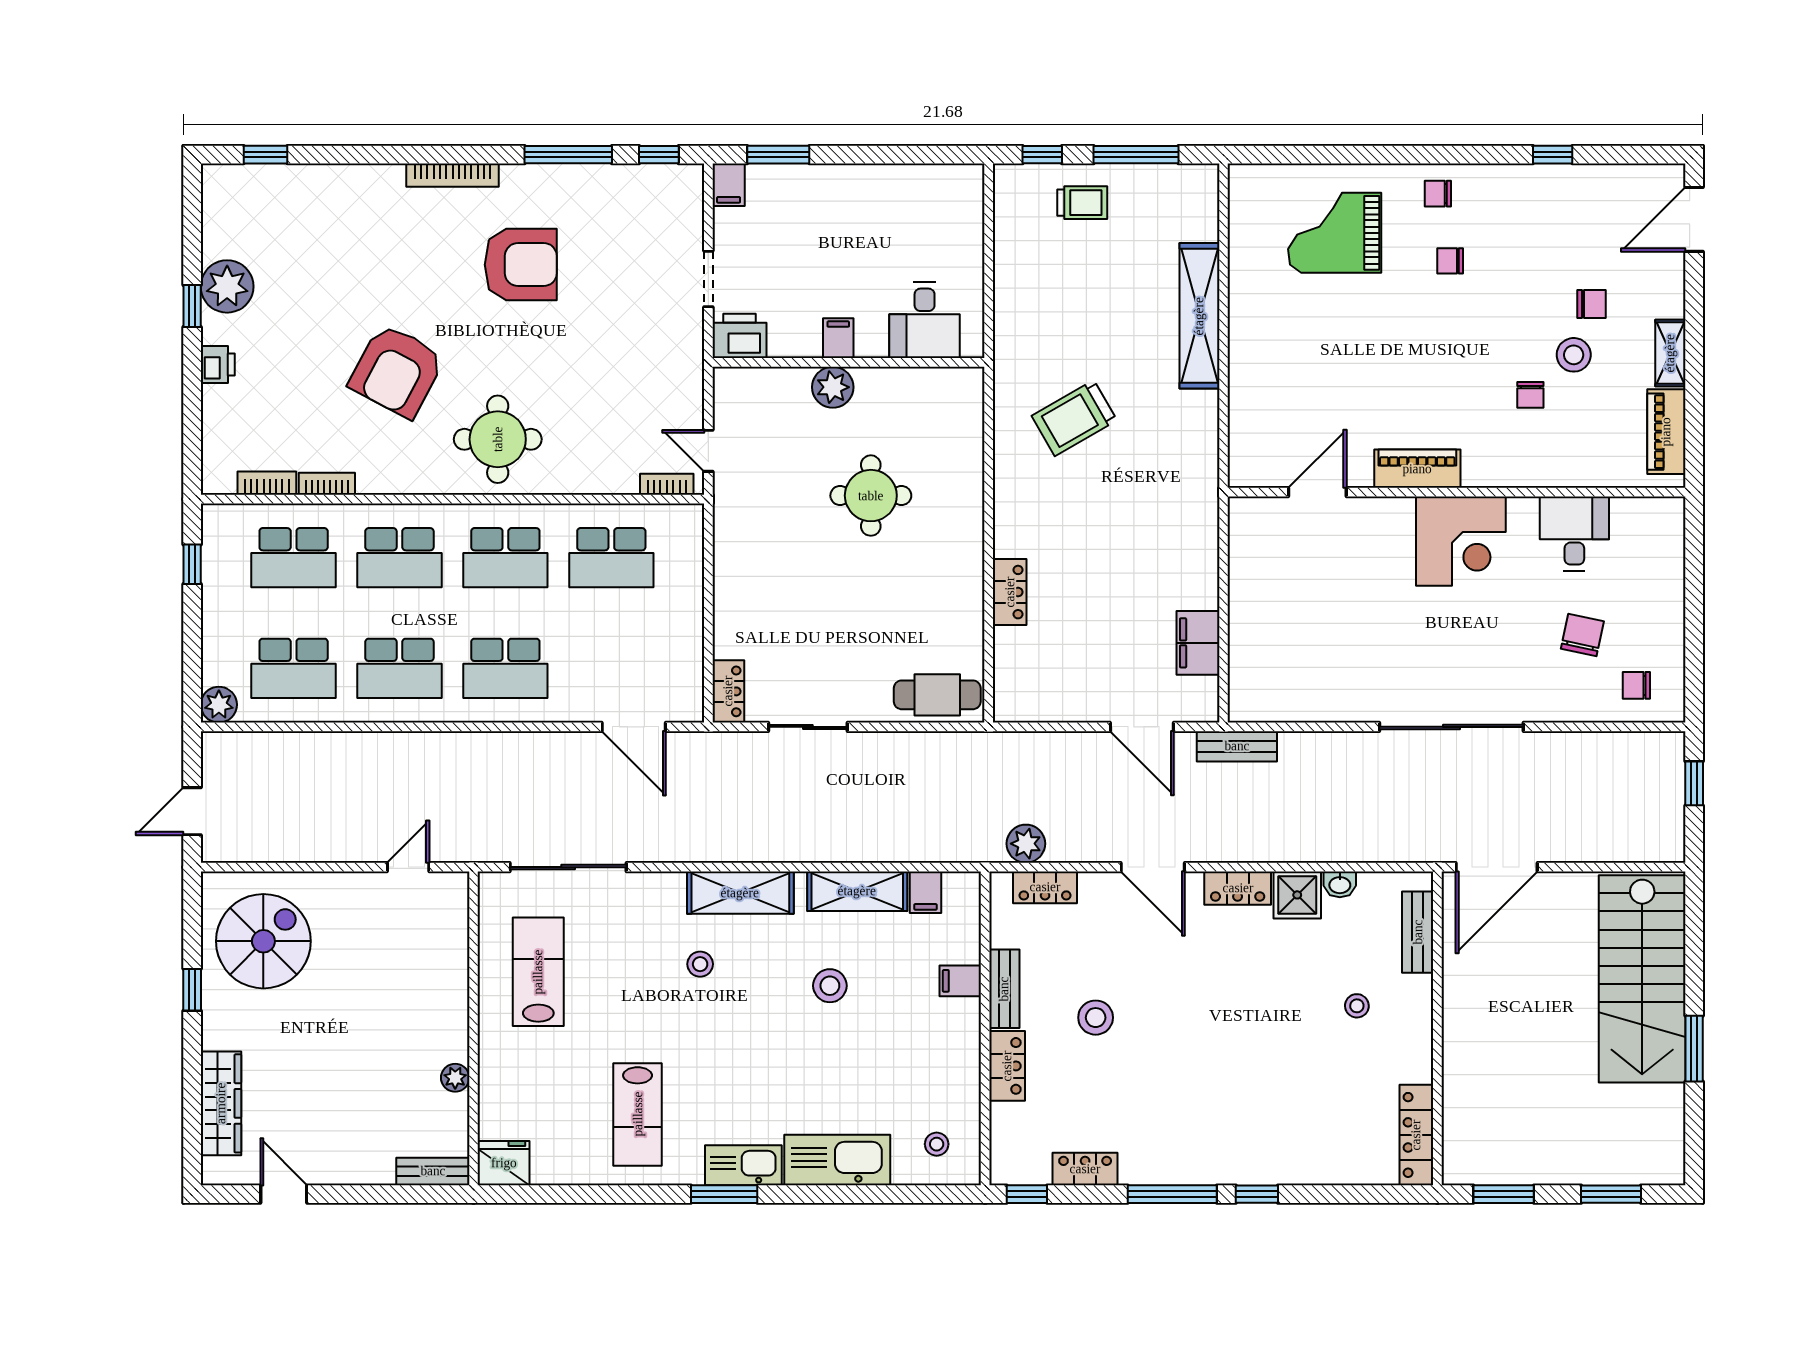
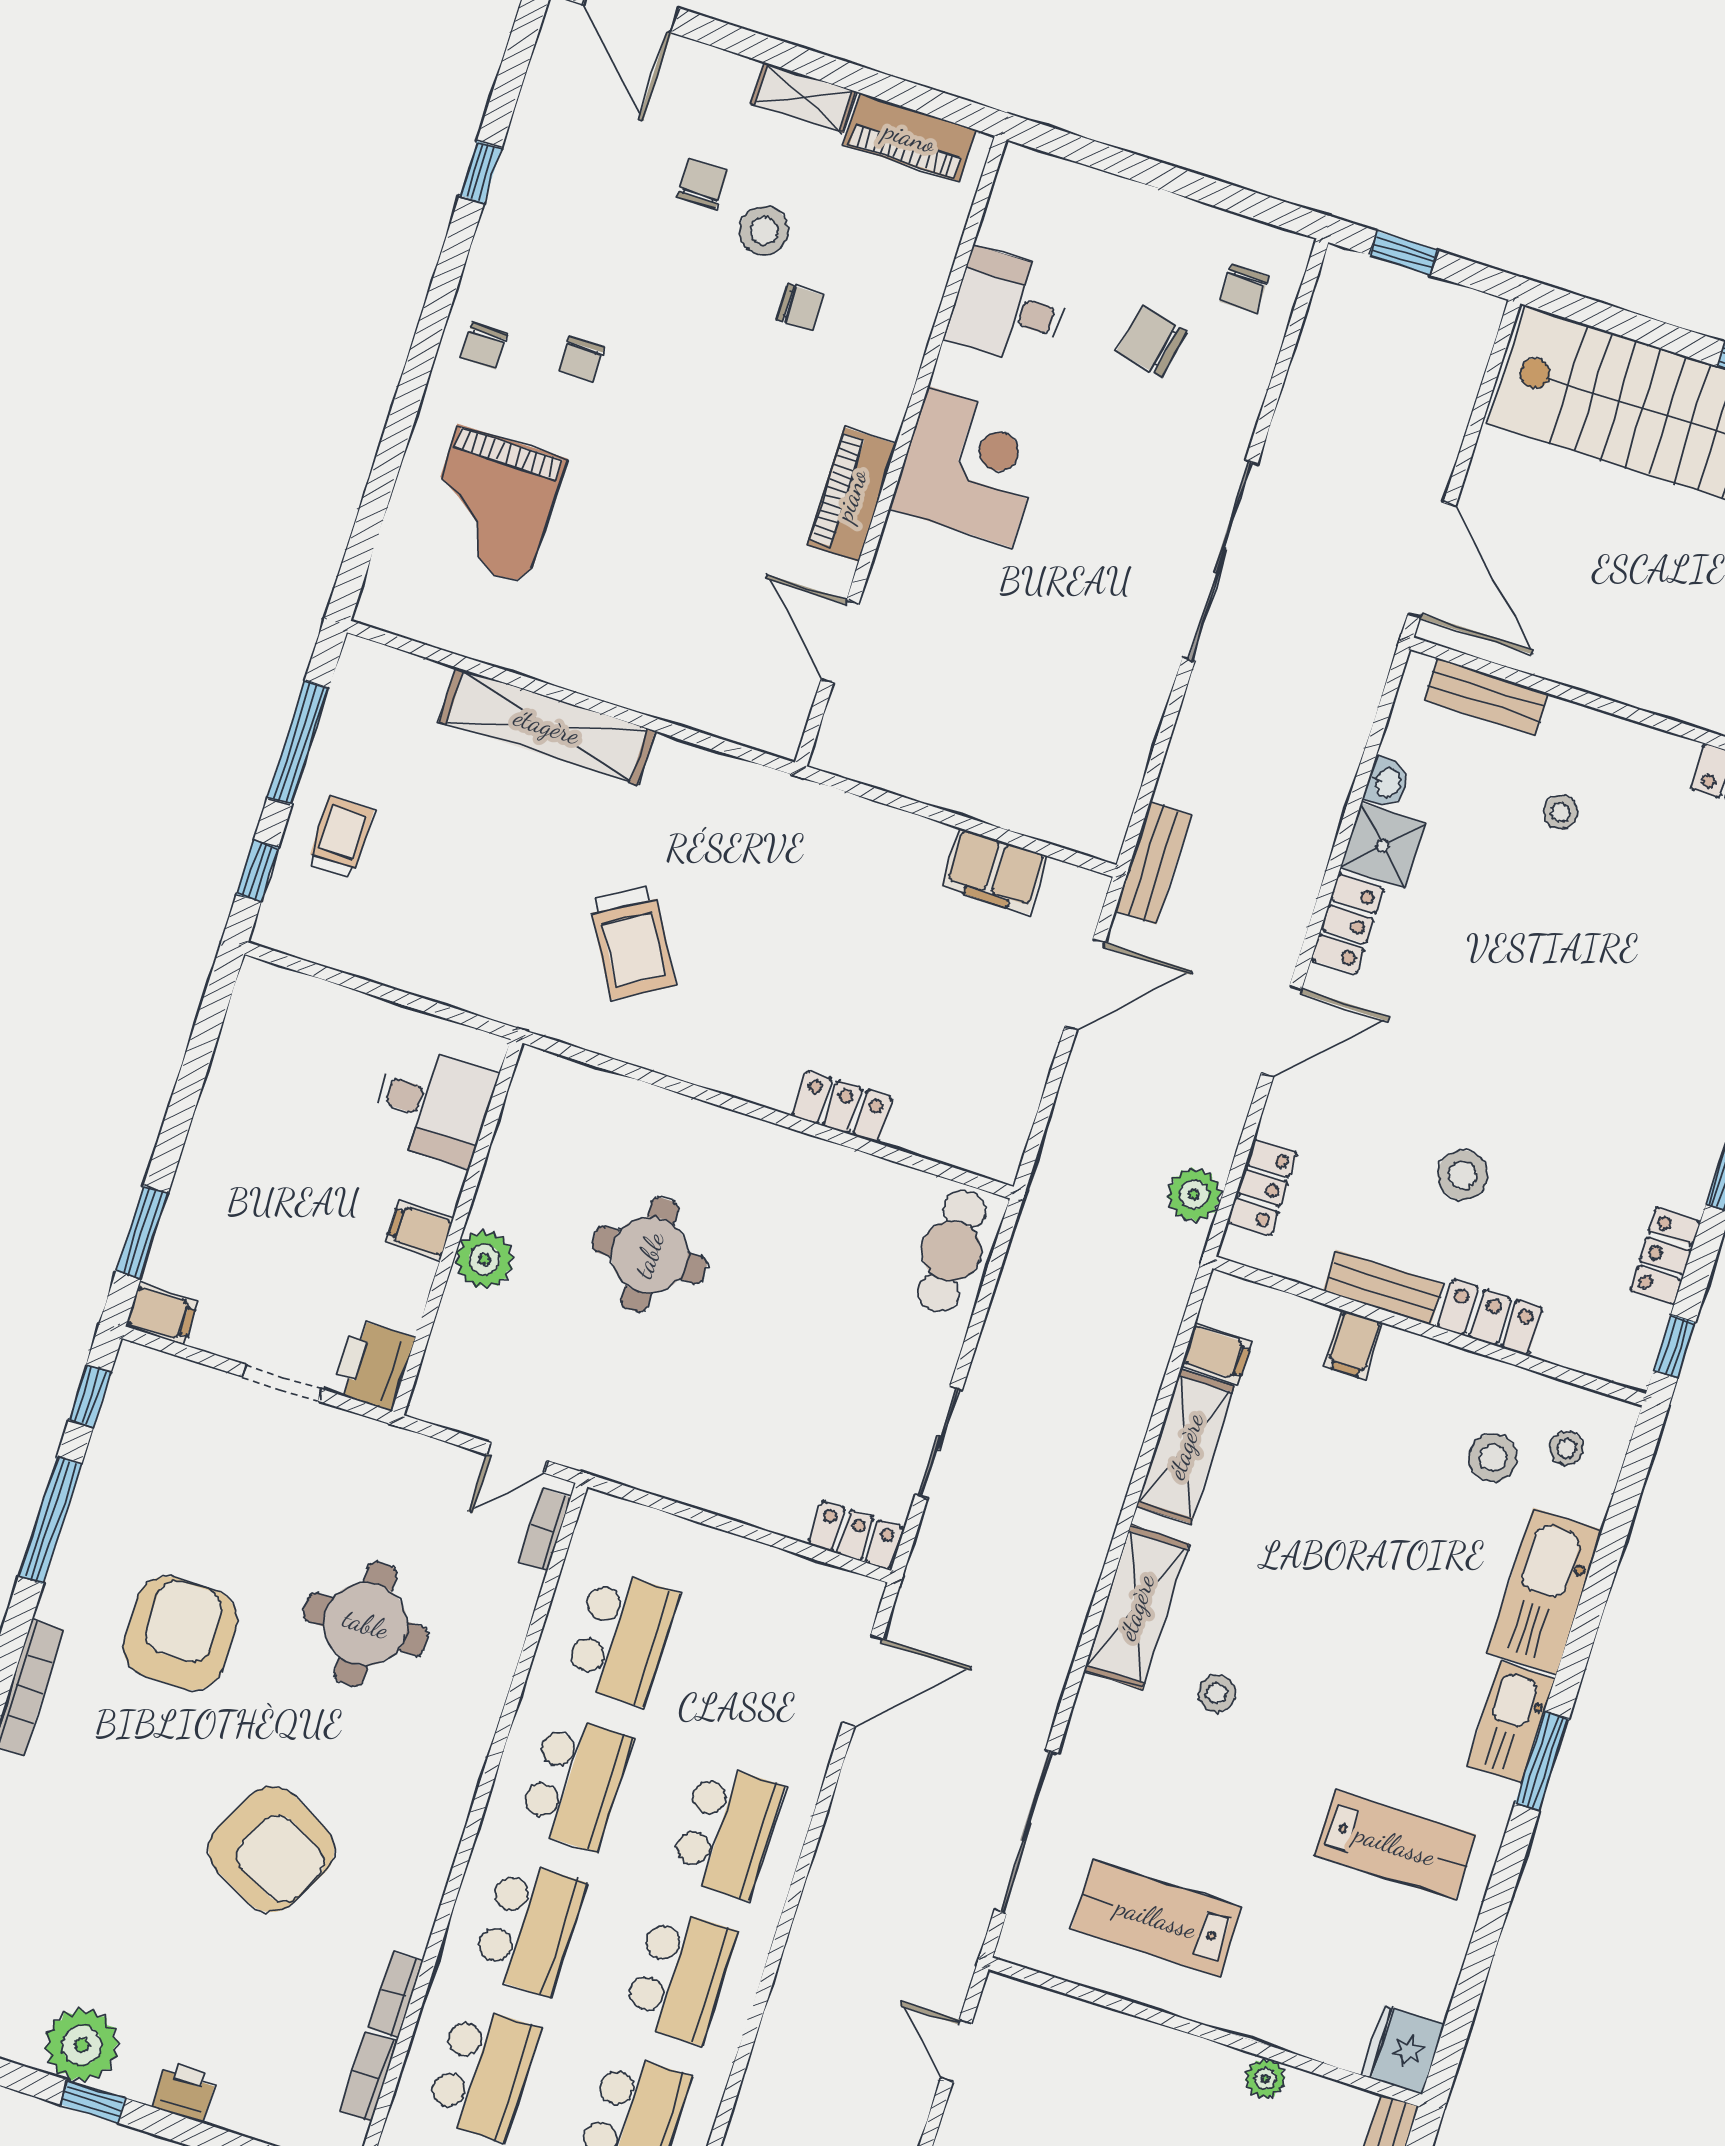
round table: (498, 439) -> (366, 1624), moved
stool: (830, 986) -> (1493, 1458), moved

